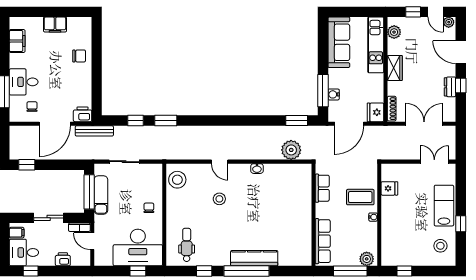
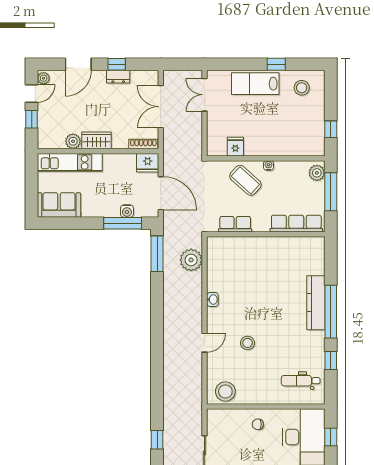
plant: (394, 32) -> (73, 141), moved
sofa: (339, 42) -> (59, 205), width x0.73
window: (166, 121) -> (157, 405), removed
window: (297, 121) -> (157, 254), width x1.44
coffee table: (360, 197) -> (245, 180), turned -48

